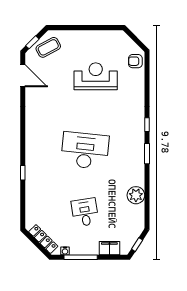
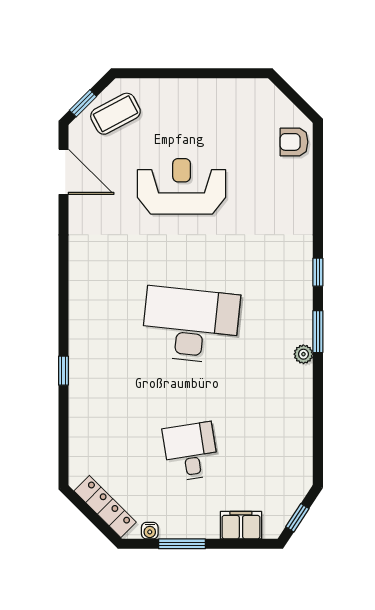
reception desk: (96, 76) -> (182, 186), moved
plant: (136, 195) -> (303, 354), moved, width x0.53, depth x0.53
window: (81, 257) -> (182, 544), width x0.69

